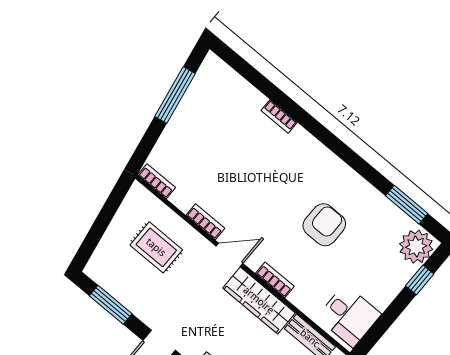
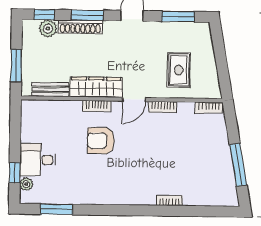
armchair: (324, 225) -> (101, 141), moved, turned 90
rug: (156, 247) -> (179, 70), turned 90
plant: (416, 247) -> (26, 184), width x0.53, depth x0.53
desk: (349, 316) -> (38, 160), moved

